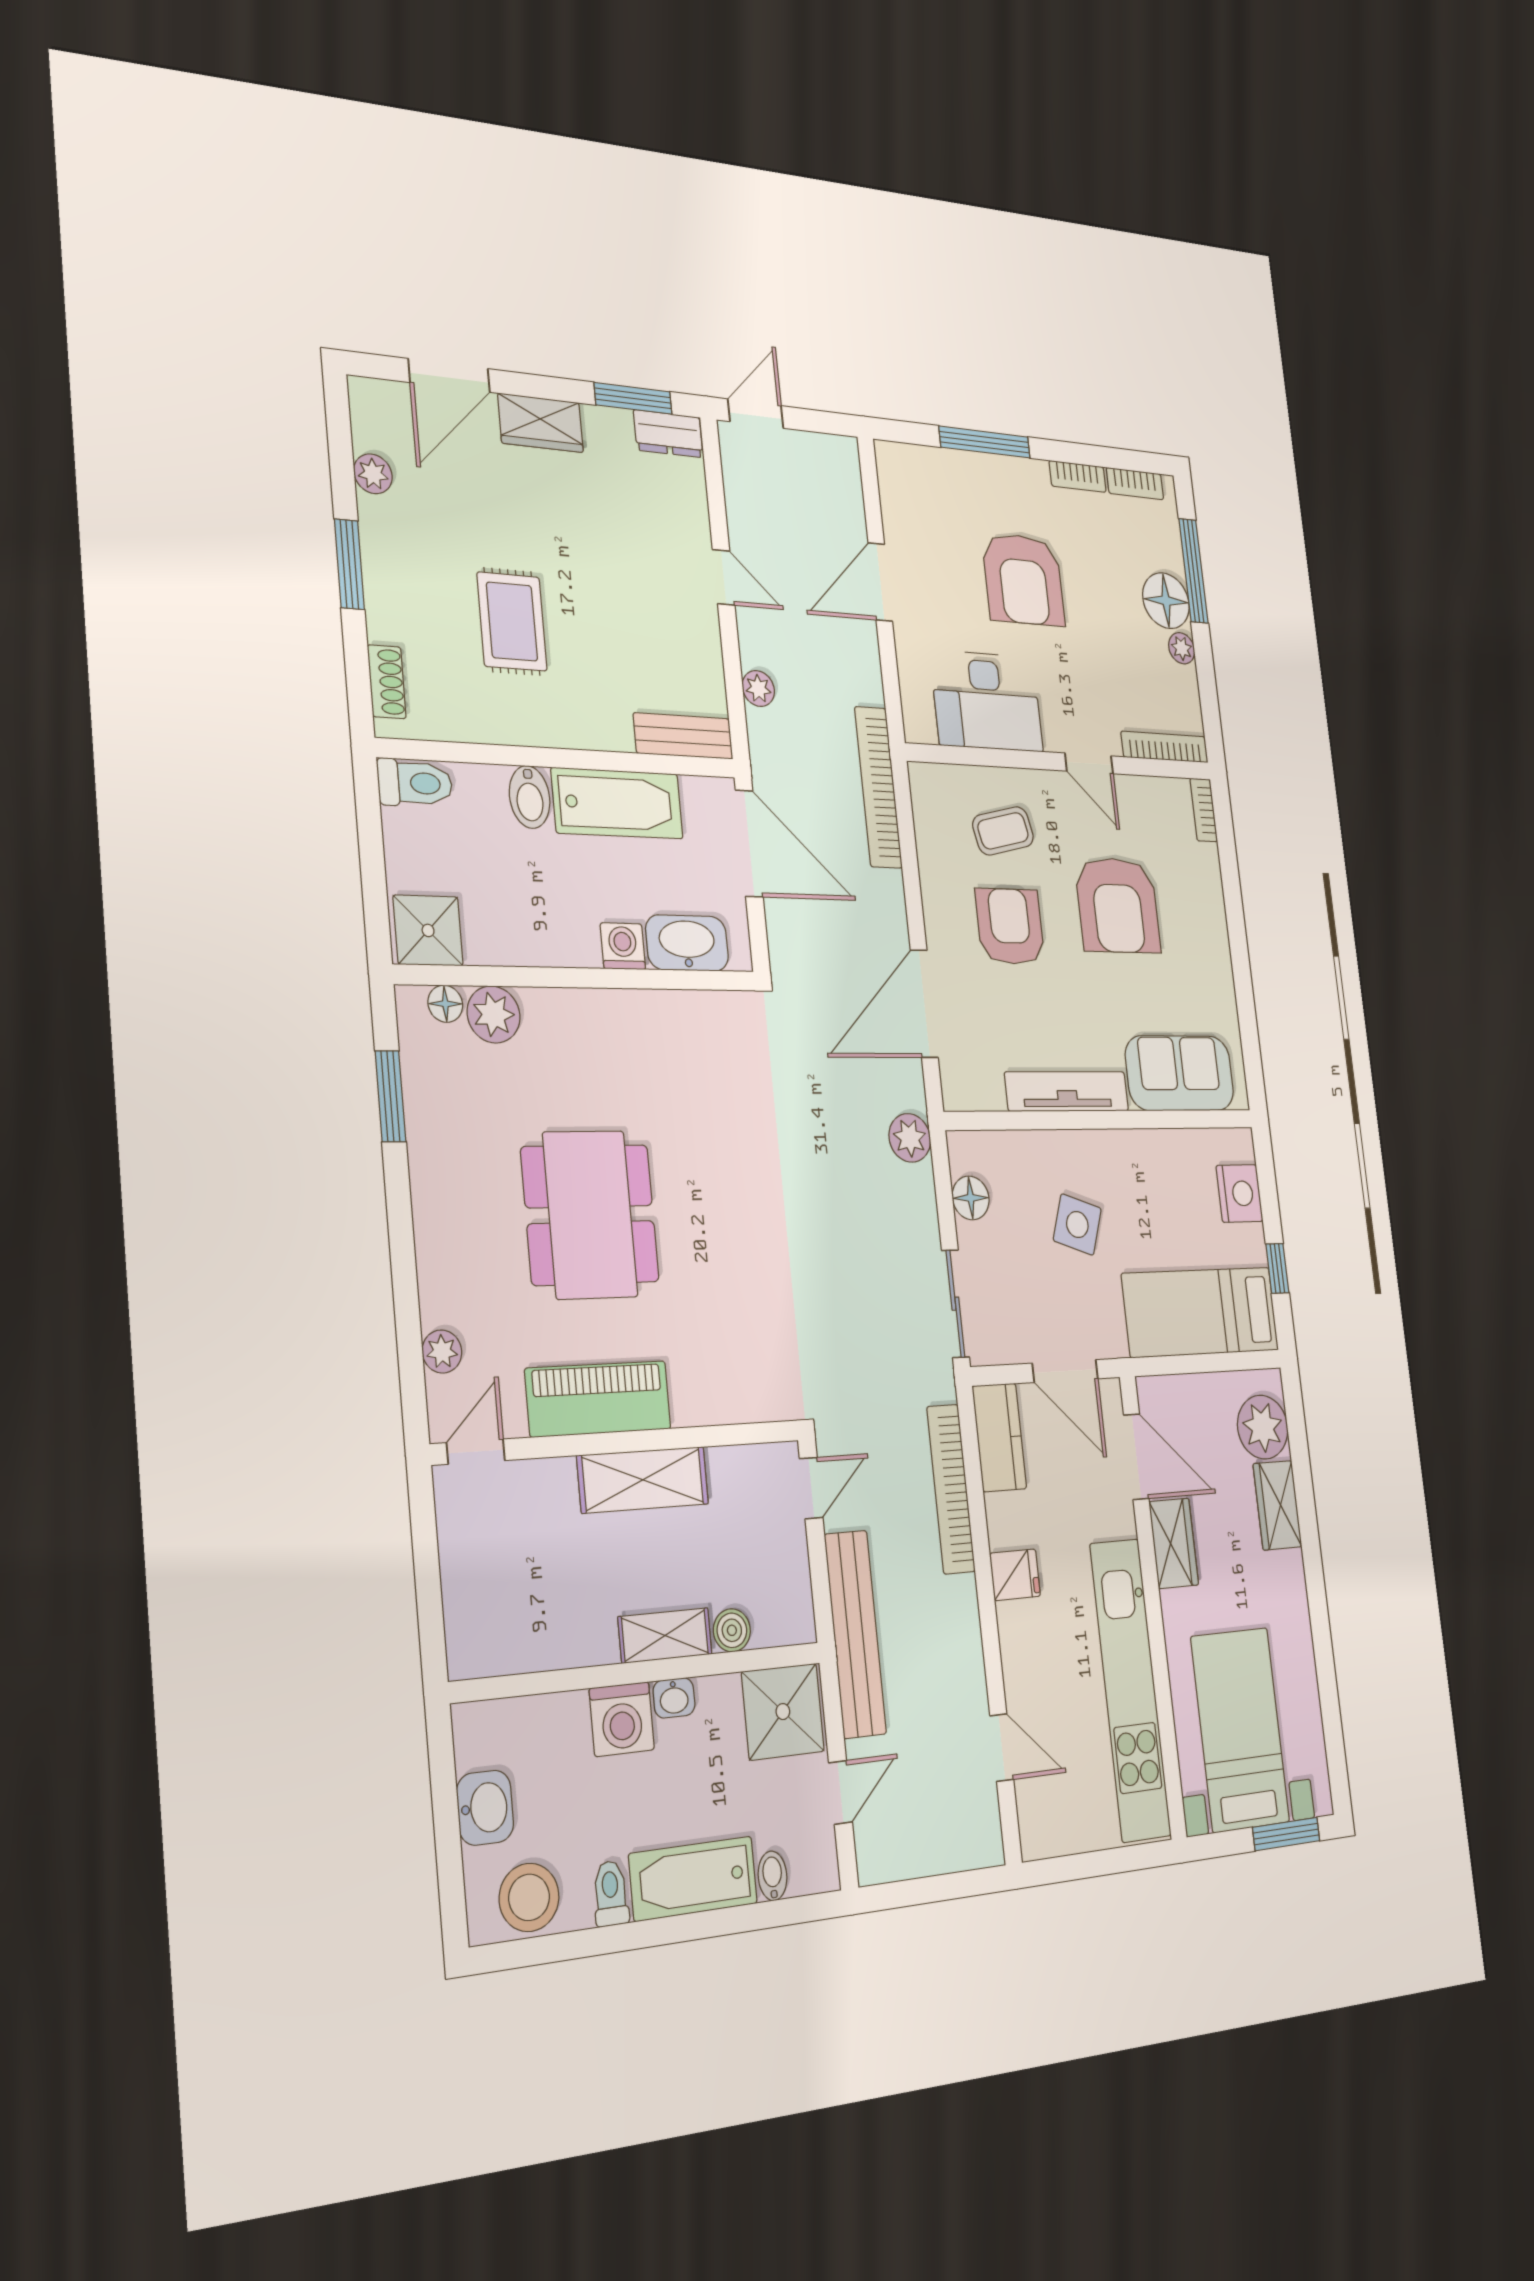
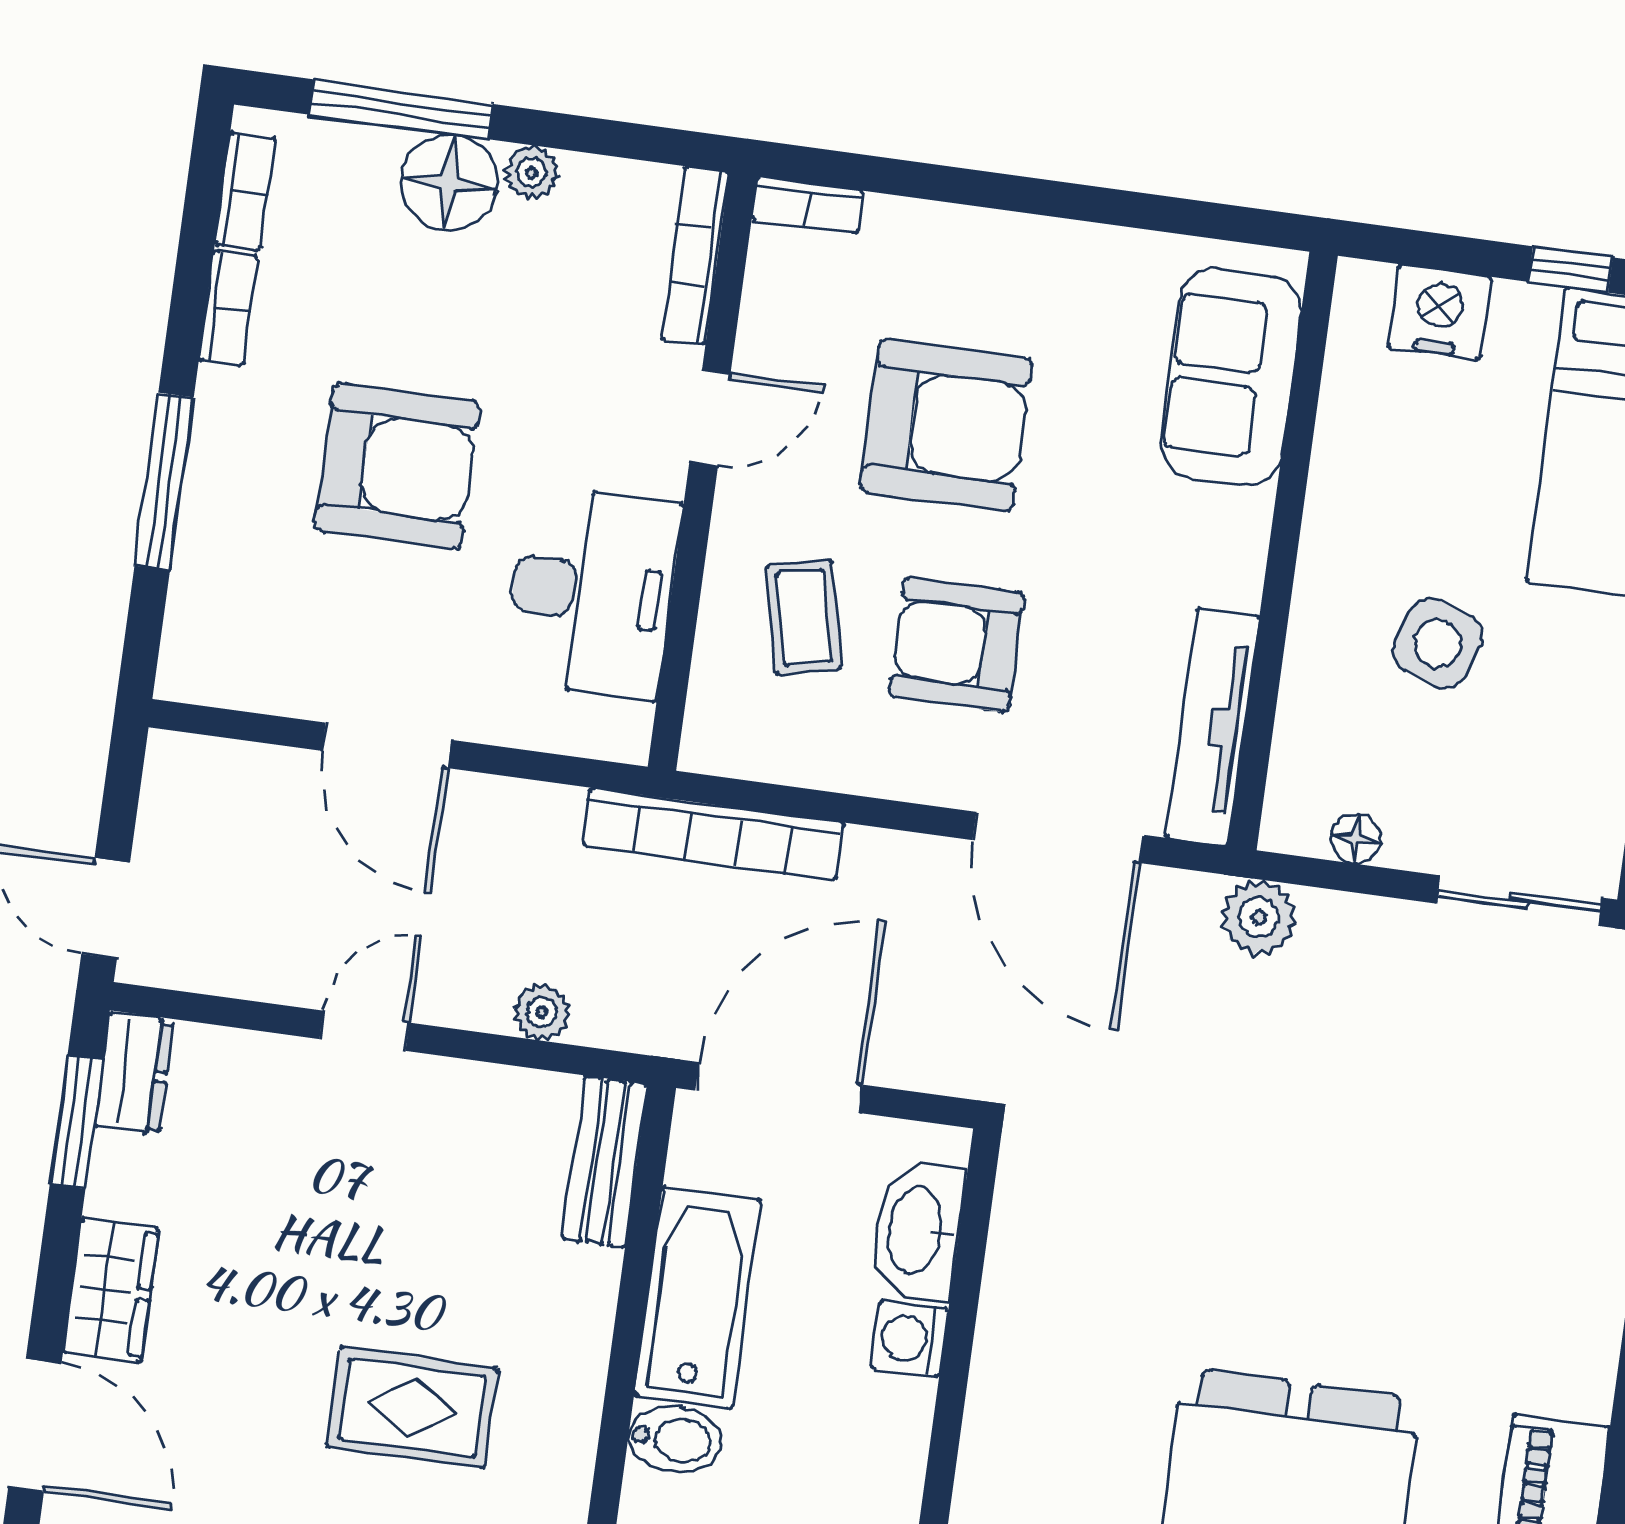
tv unit: (1067, 1091) -> (1213, 727), moved
floor lamp: (971, 1198) -> (1355, 839), width x0.73, depth x0.73

